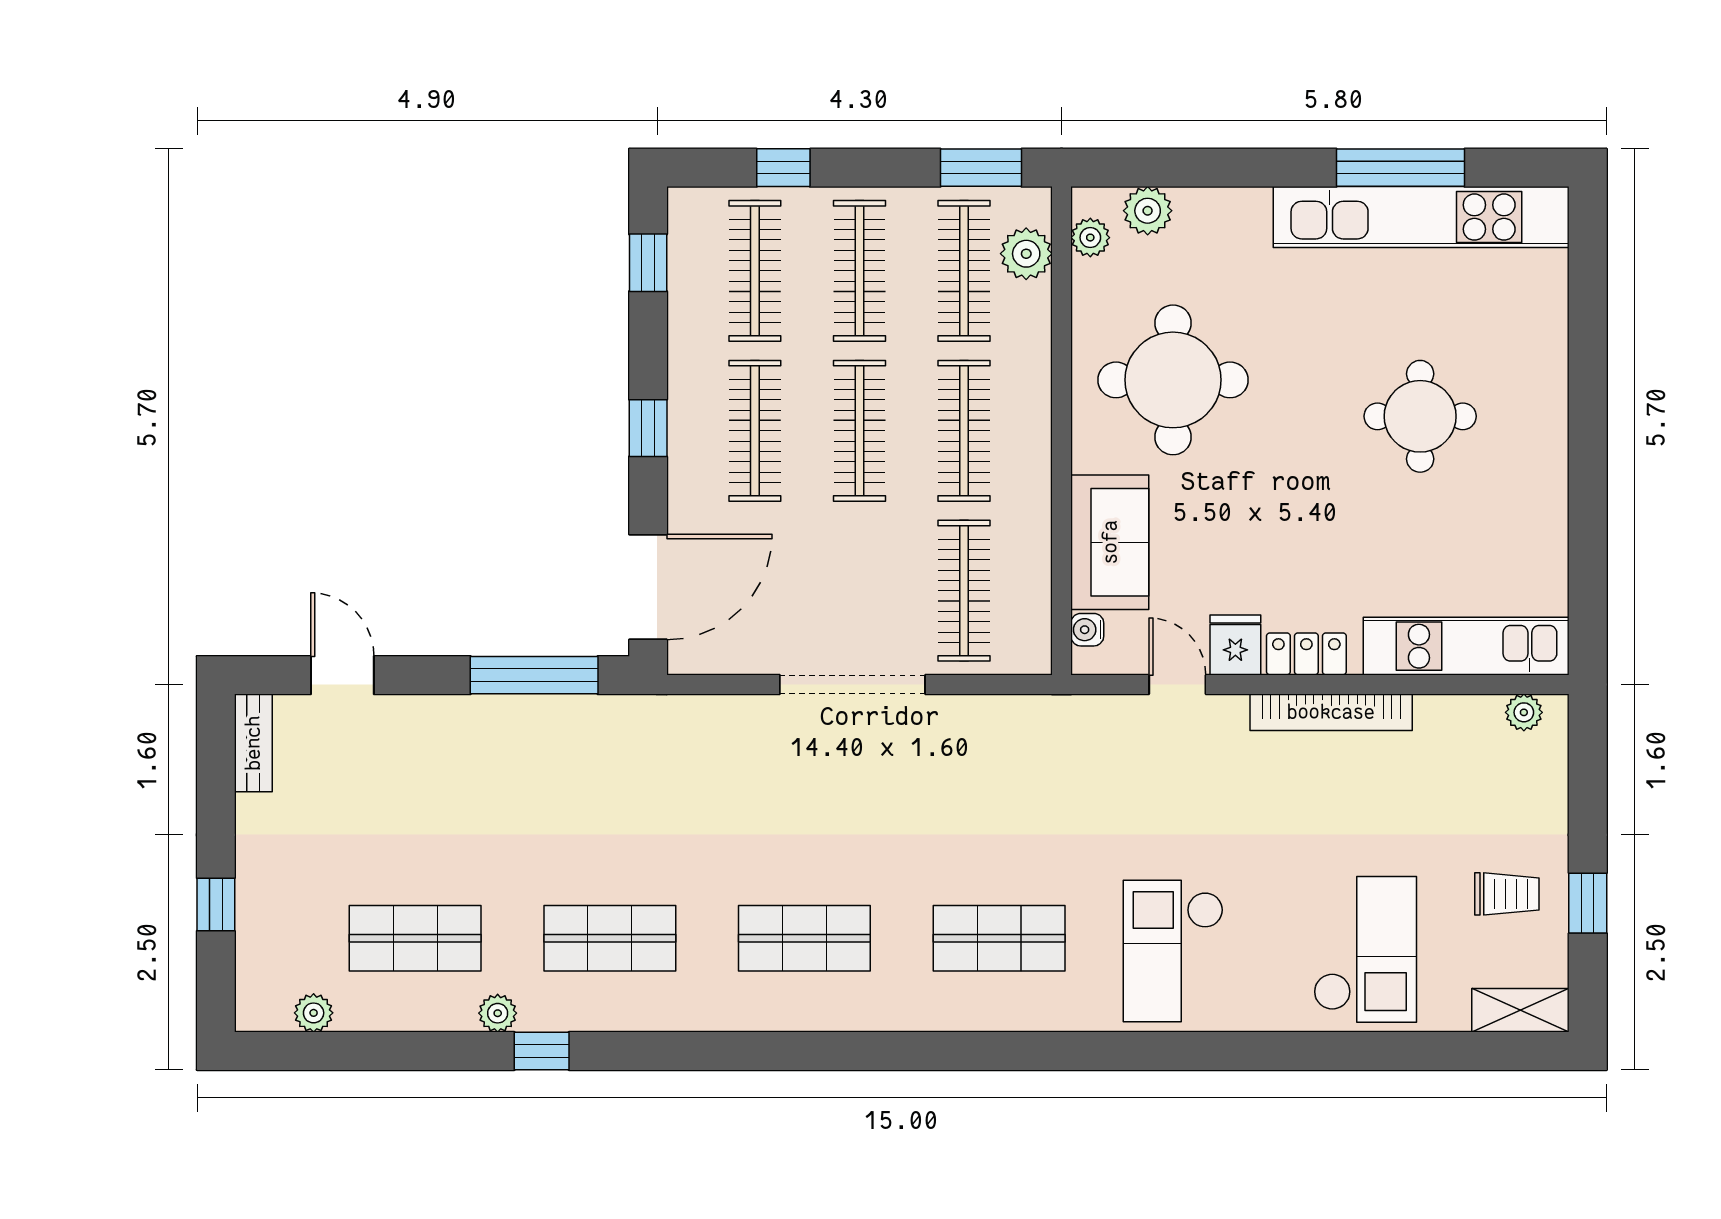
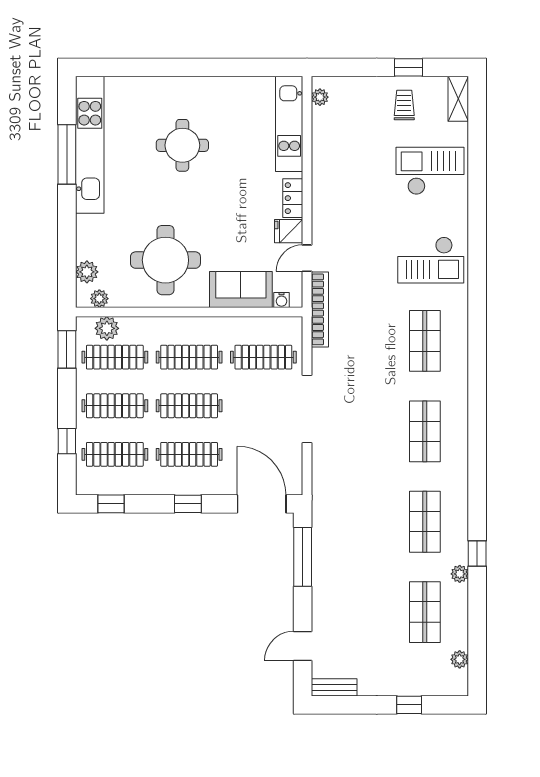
bookcase: (1331, 712) -> (320, 309), moved

